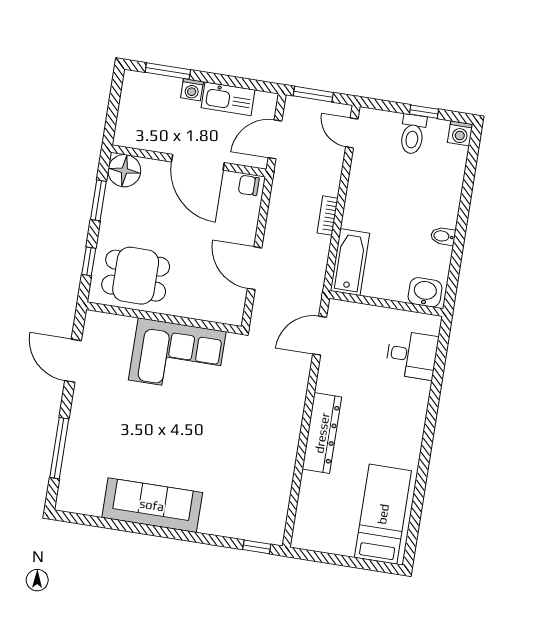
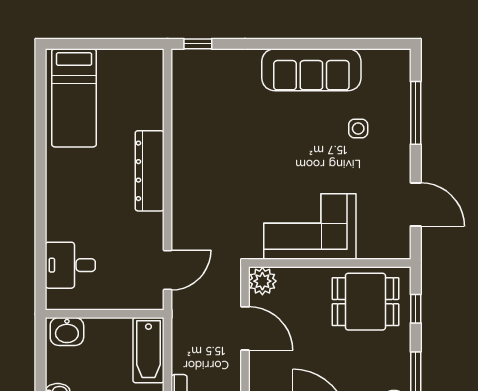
plant: (231, 311) -> (262, 281), added
side table: (116, 442) -> (358, 129), added

